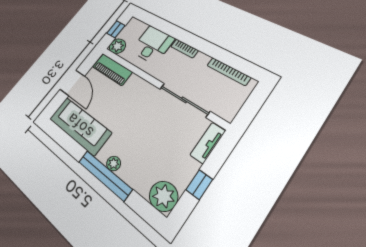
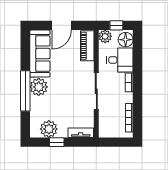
floor lamp: (136, 28) -> (126, 40), added
sliding door: (184, 100) -> (96, 91), moved
plant: (114, 163) -> (39, 87), width x1.87, depth x1.87
plant: (164, 196) -> (49, 129), moved

